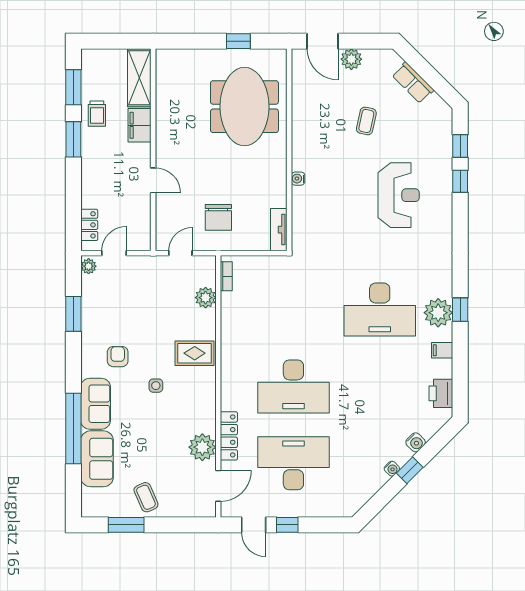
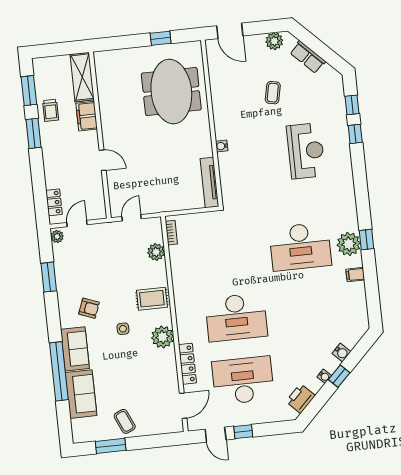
plant: (351, 59) -> (274, 41), moved
chair: (218, 217) -> (159, 185), removed
tv unit: (279, 230) -> (209, 182), width x1.41
armchair: (118, 357) -> (89, 308), turned 111
printer: (441, 393) -> (301, 399), moved, turned 45
plant: (202, 447) -> (163, 337), moved

